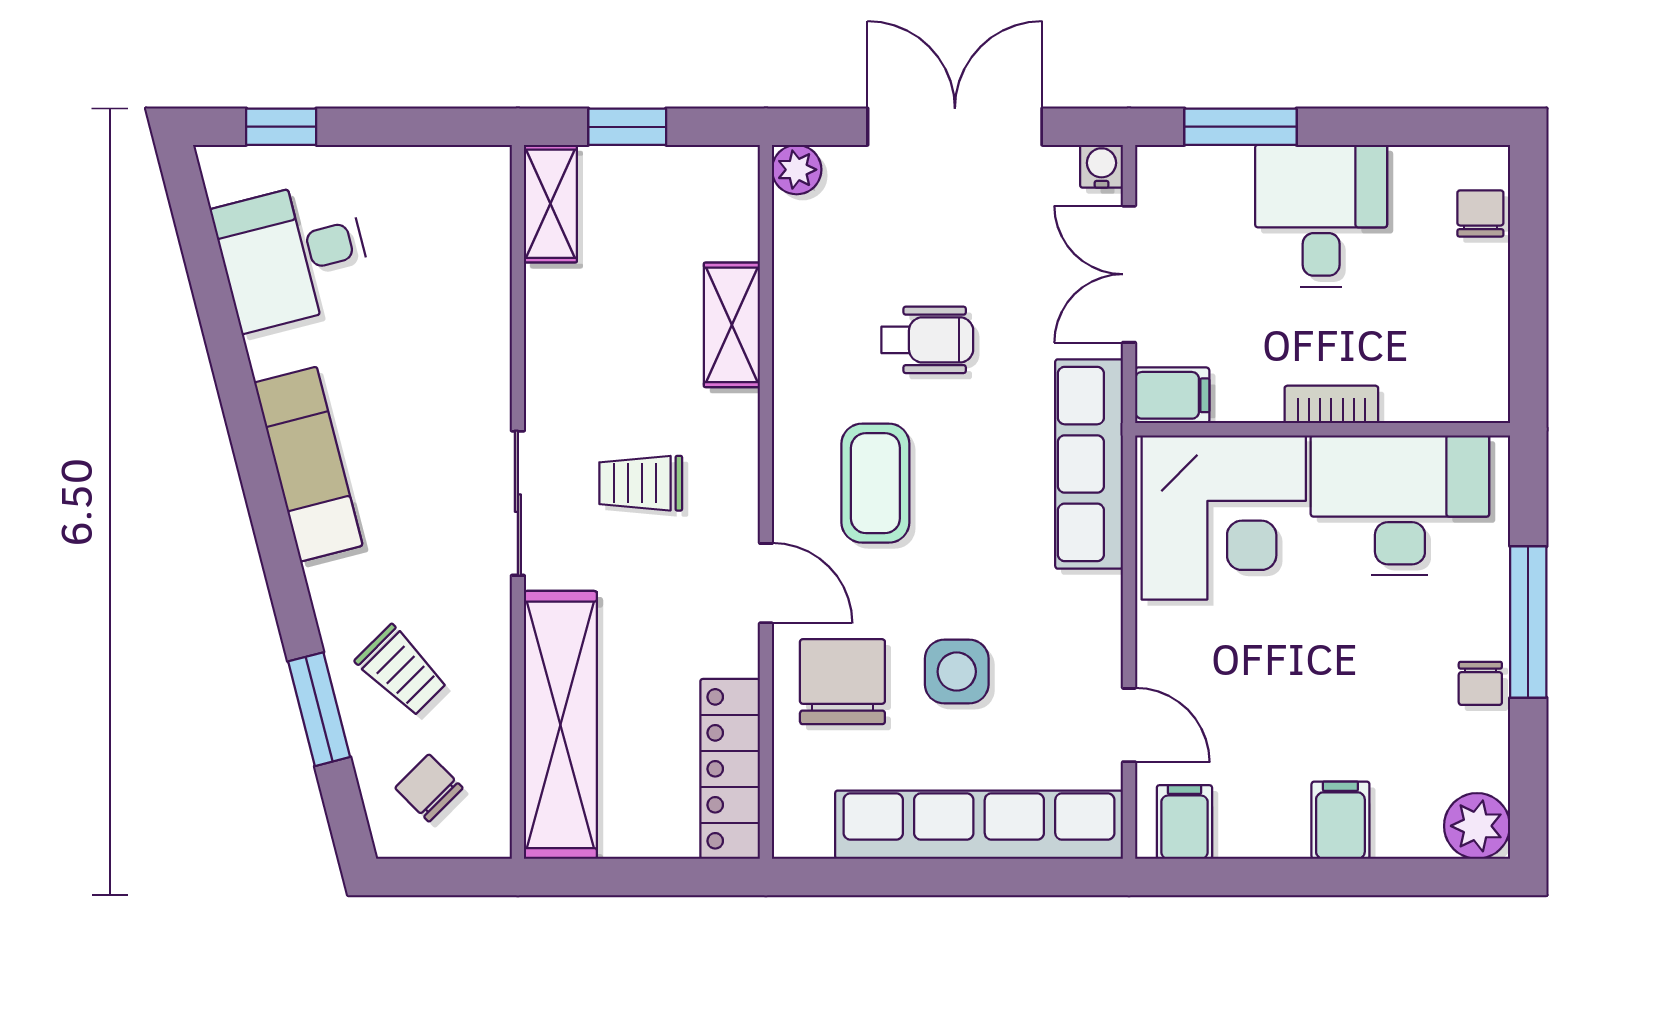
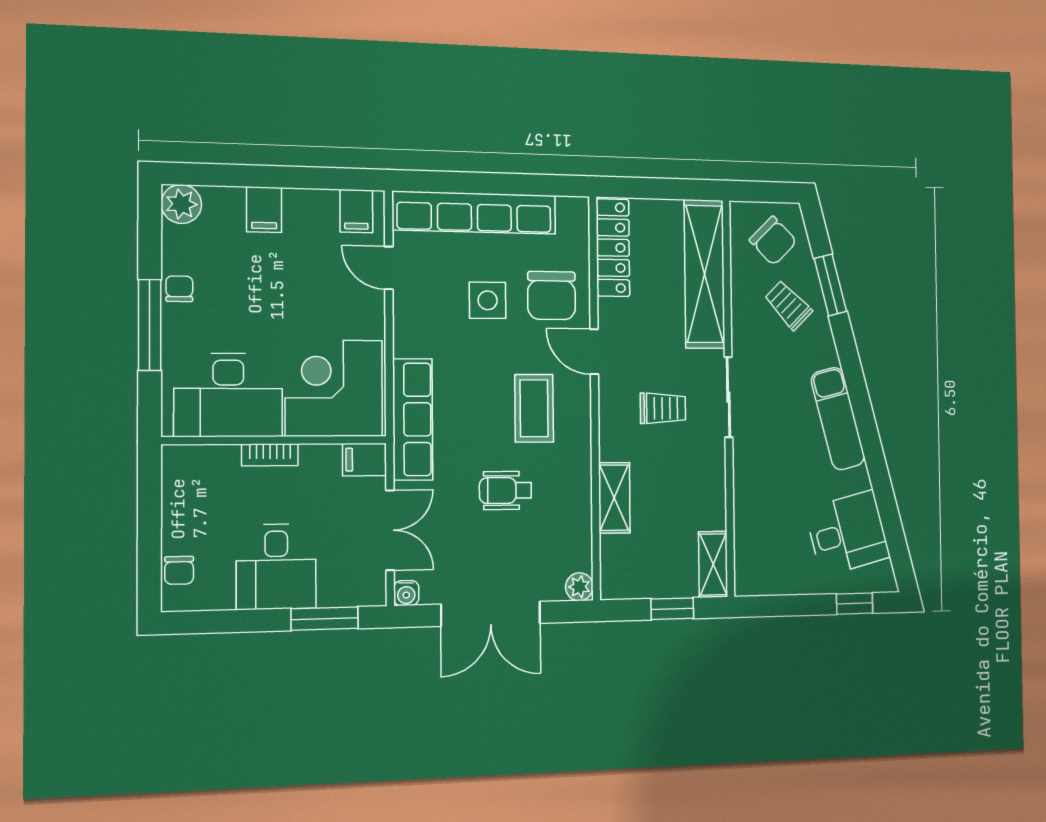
chair: (429, 788) -> (773, 241), width x1.37, depth x1.37

